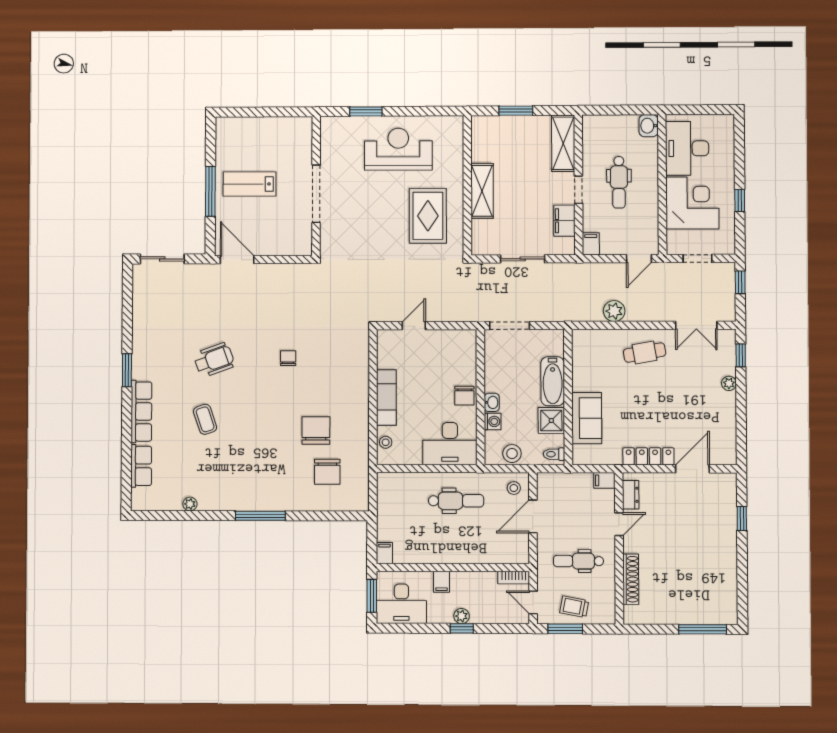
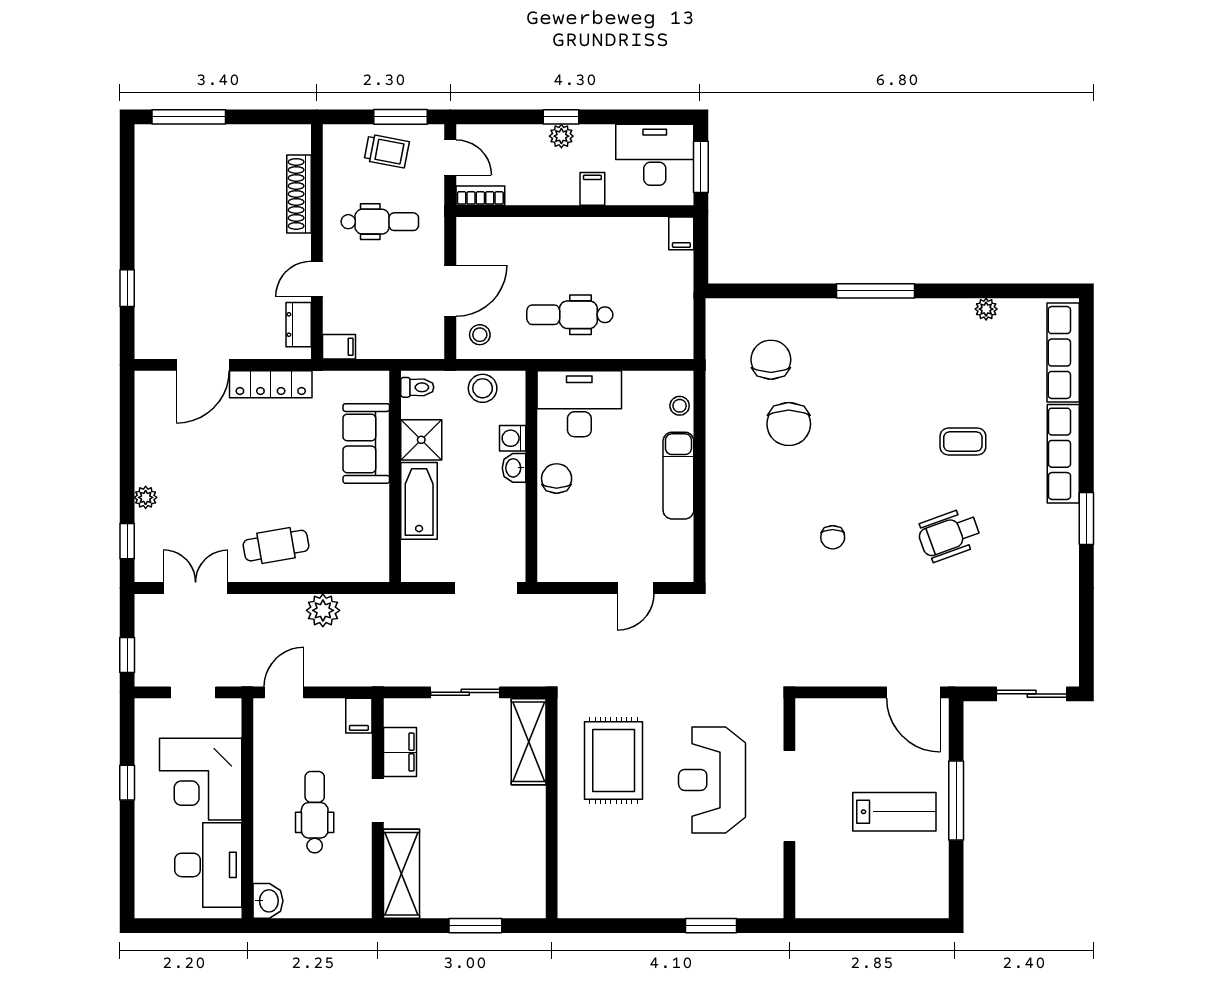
reception desk: (398, 149) -> (712, 780), moved, turned 90
shelving: (482, 191) -> (529, 742), moved
coffee table: (205, 419) -> (963, 441), turned -71
row of seats: (141, 466) -> (1063, 353), width x1.48

